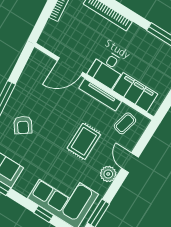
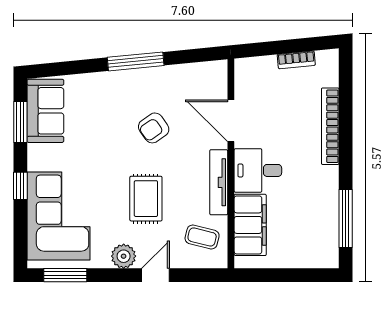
armchair: (23, 125) -> (154, 128), moved
rug: (84, 141) -> (146, 199), turned 90
window: (44, 214) -> (20, 186), moved

